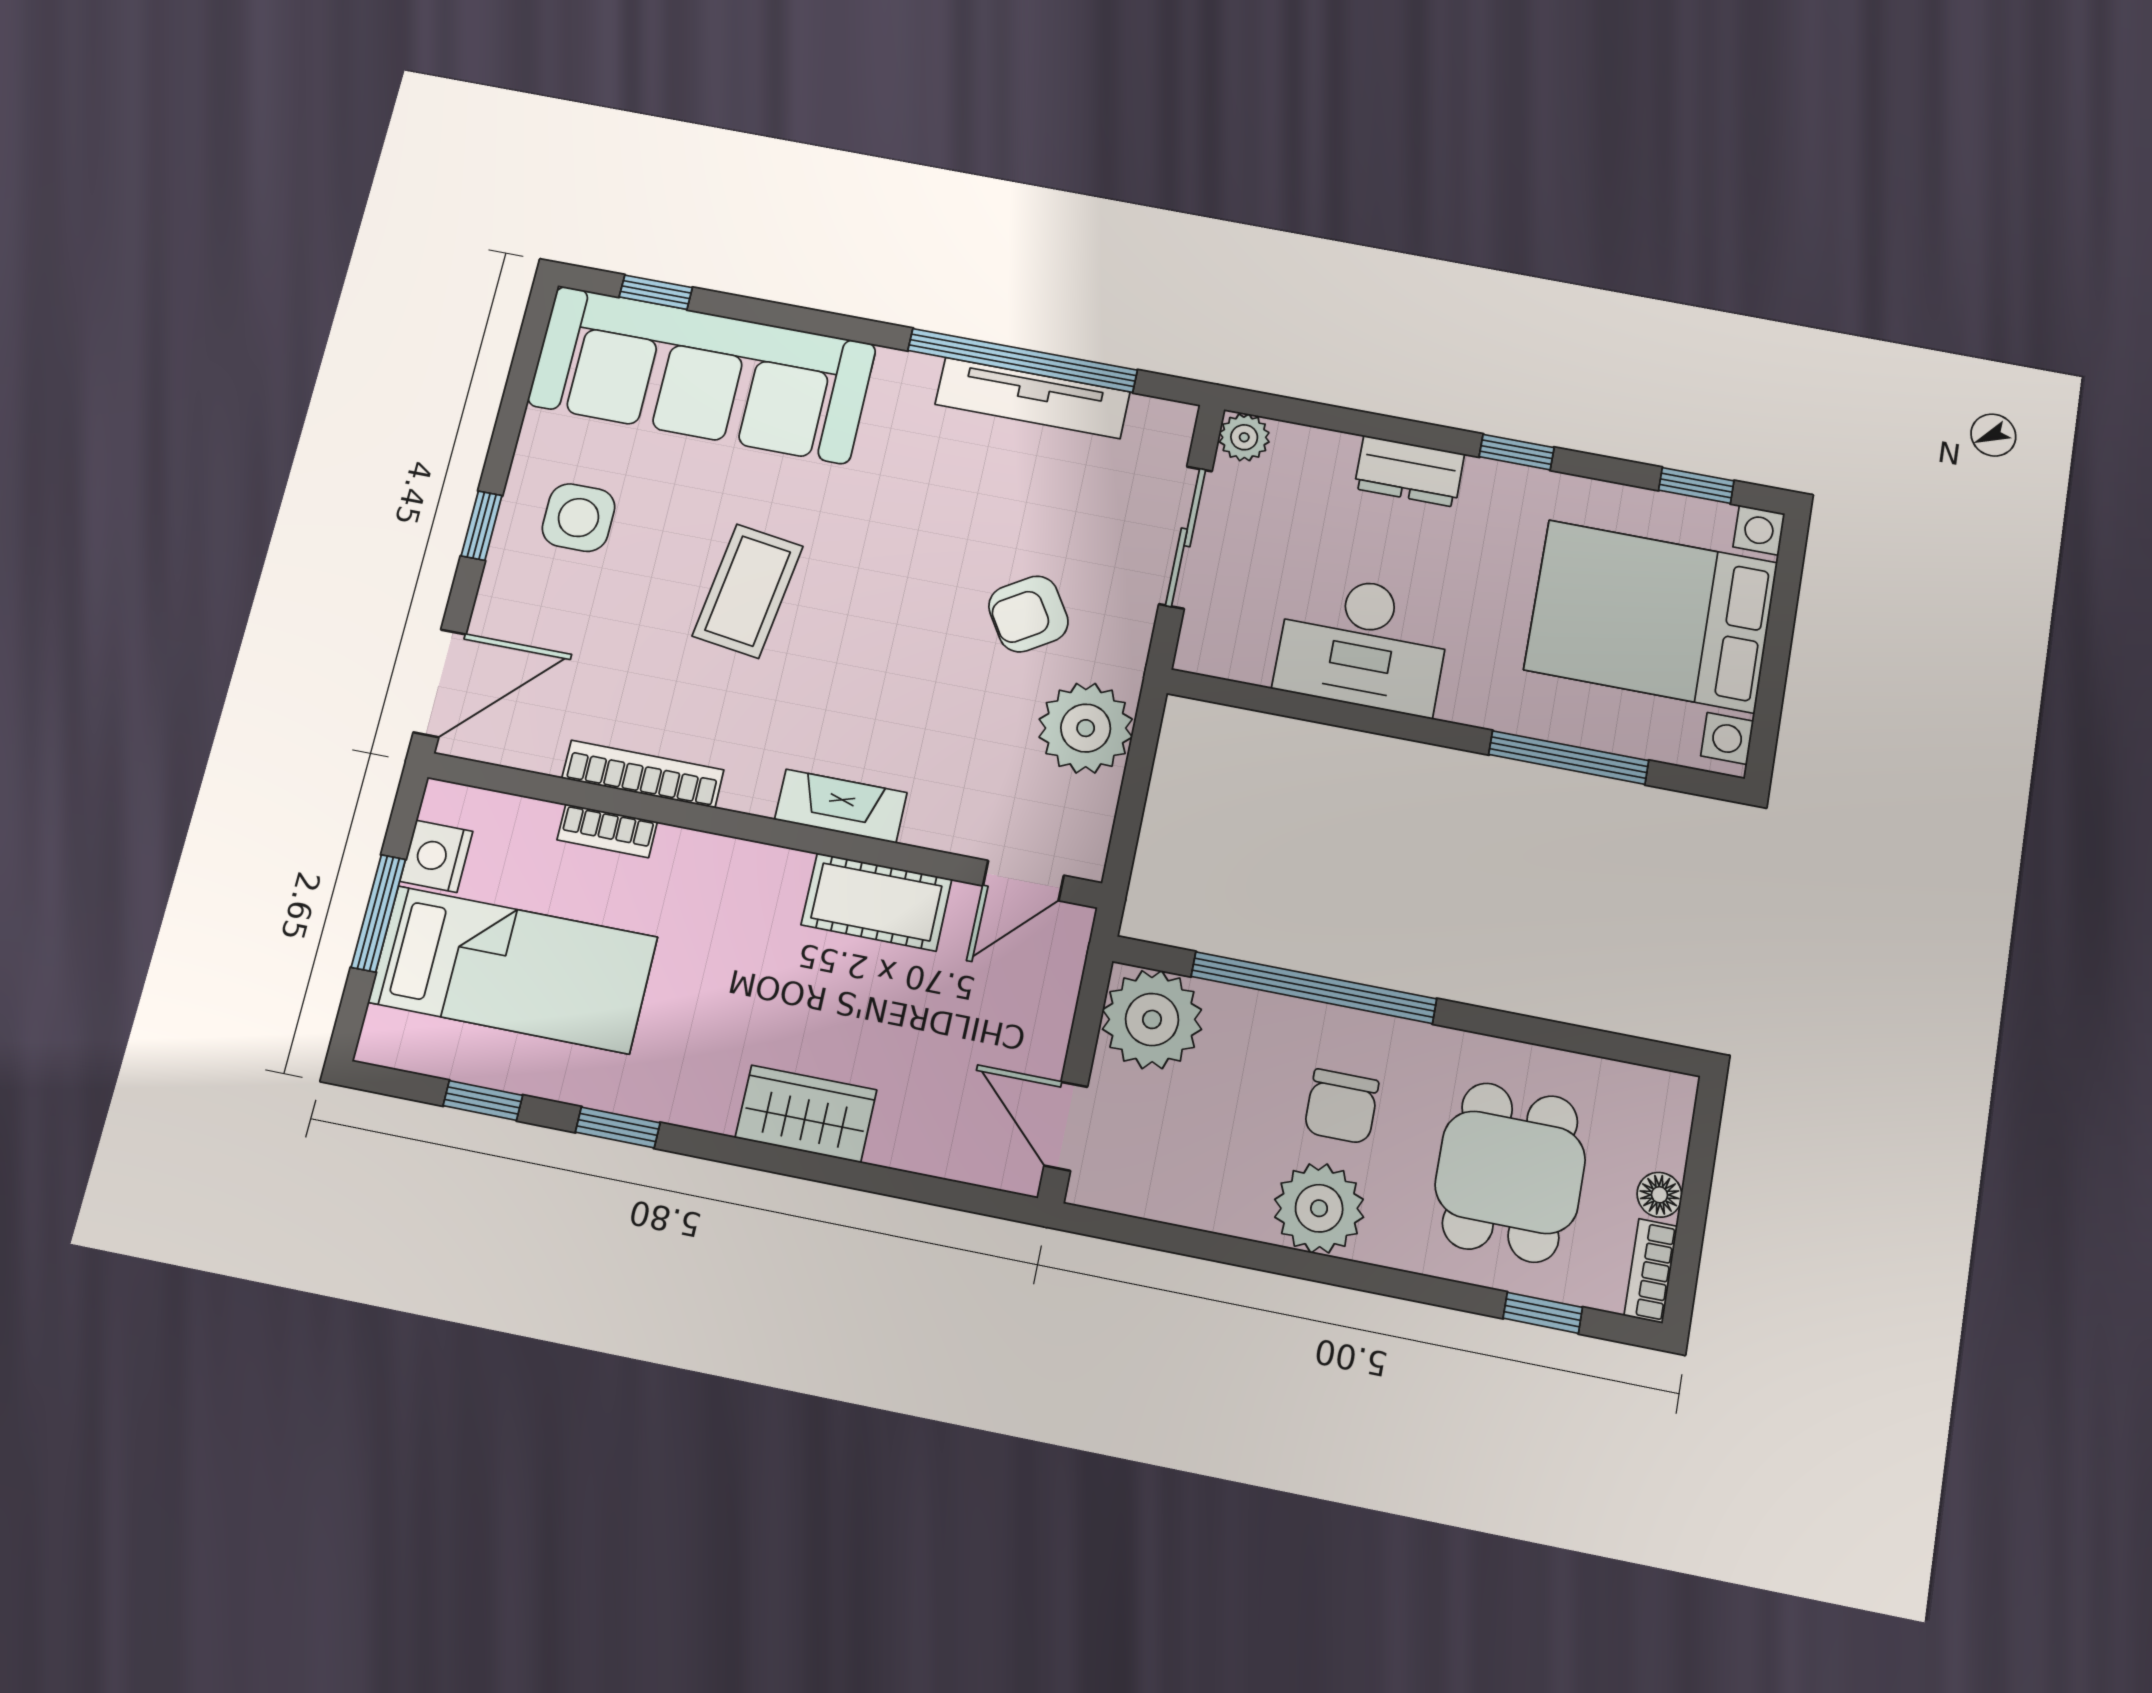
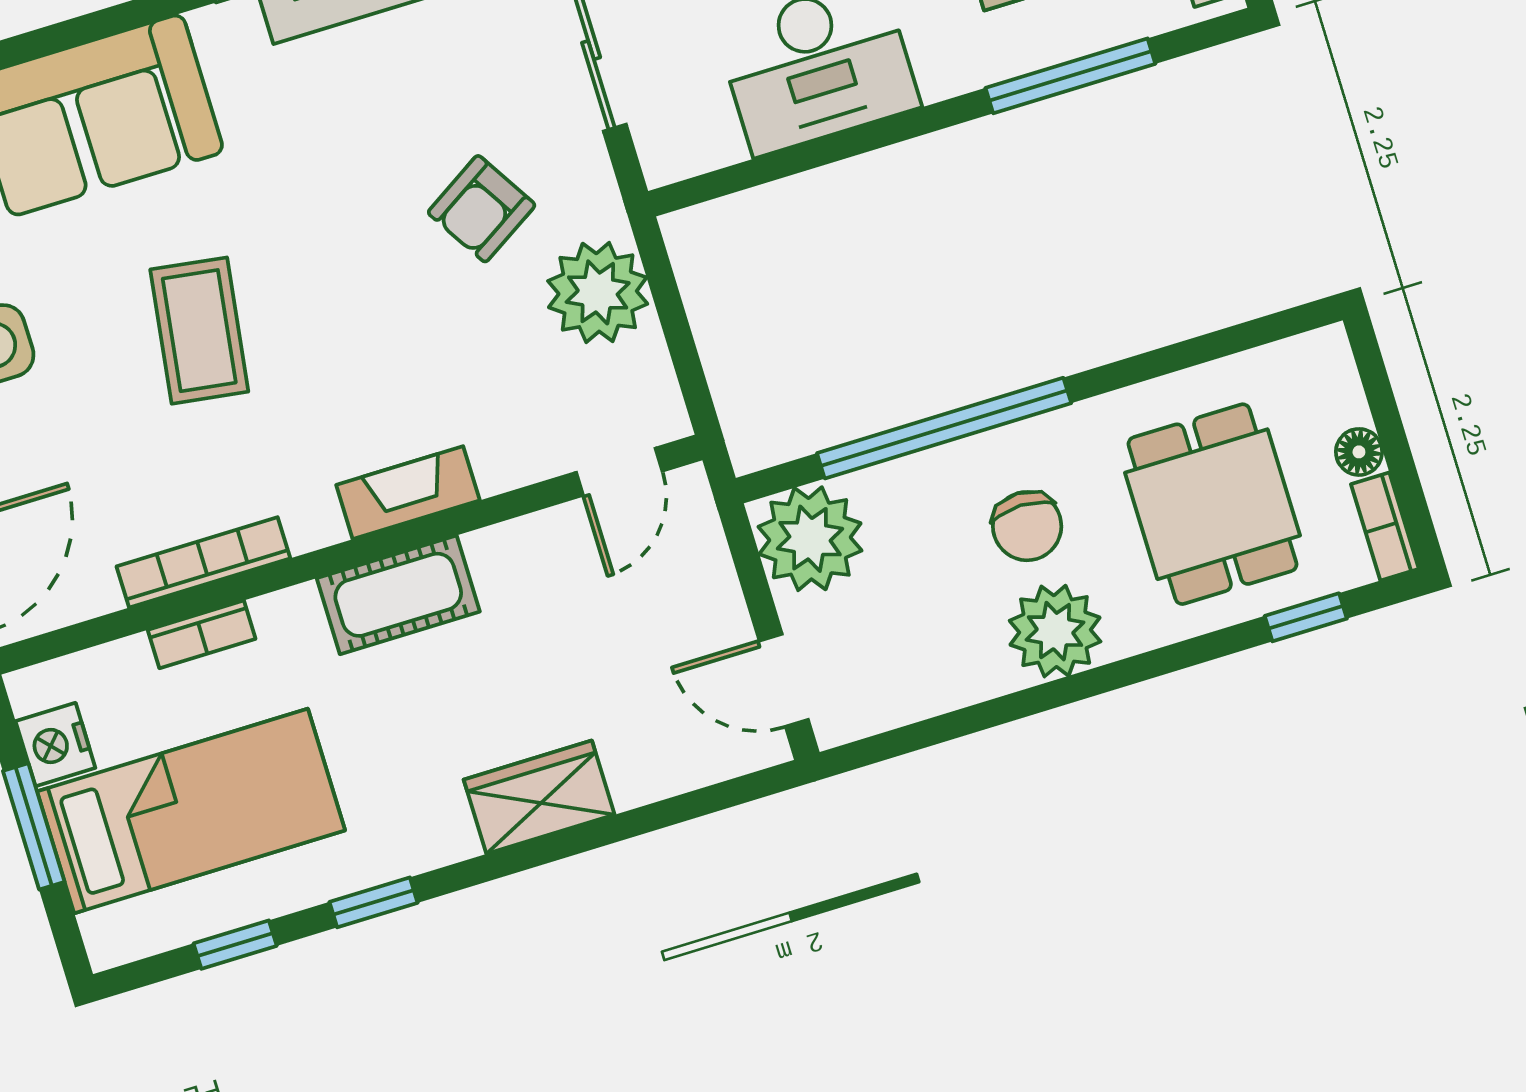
cot: (876, 902) -> (398, 595), moved

